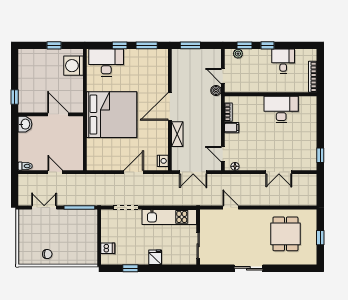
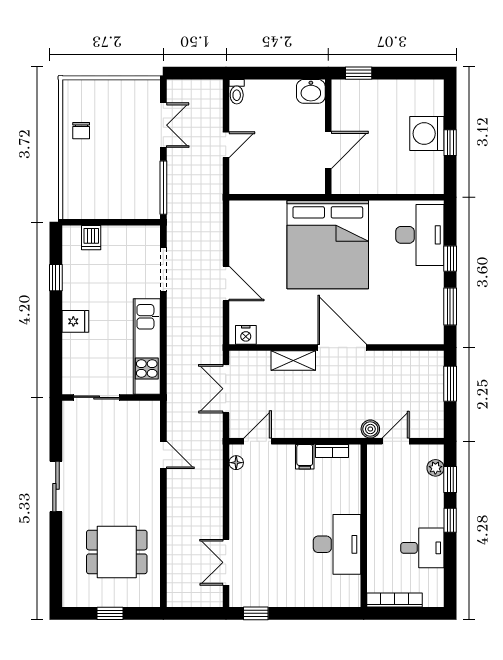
washing machine: (73, 66) -> (427, 134), moved, turned -90
double door: (279, 172) -> (226, 562), moved
door: (231, 208) -> (163, 455), hinge flipped

